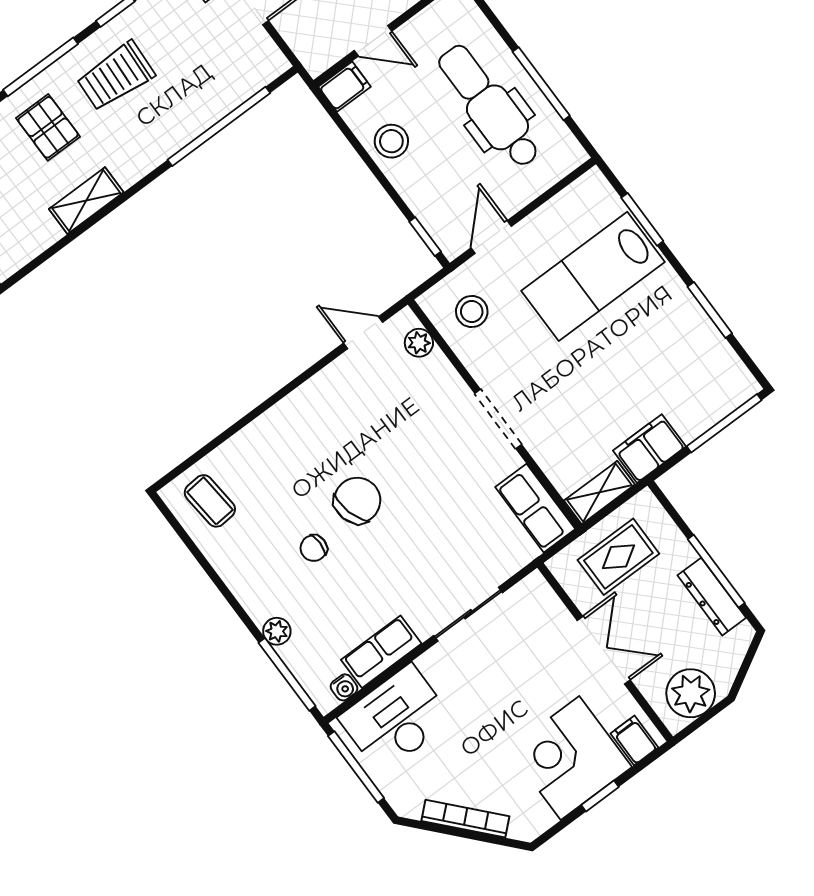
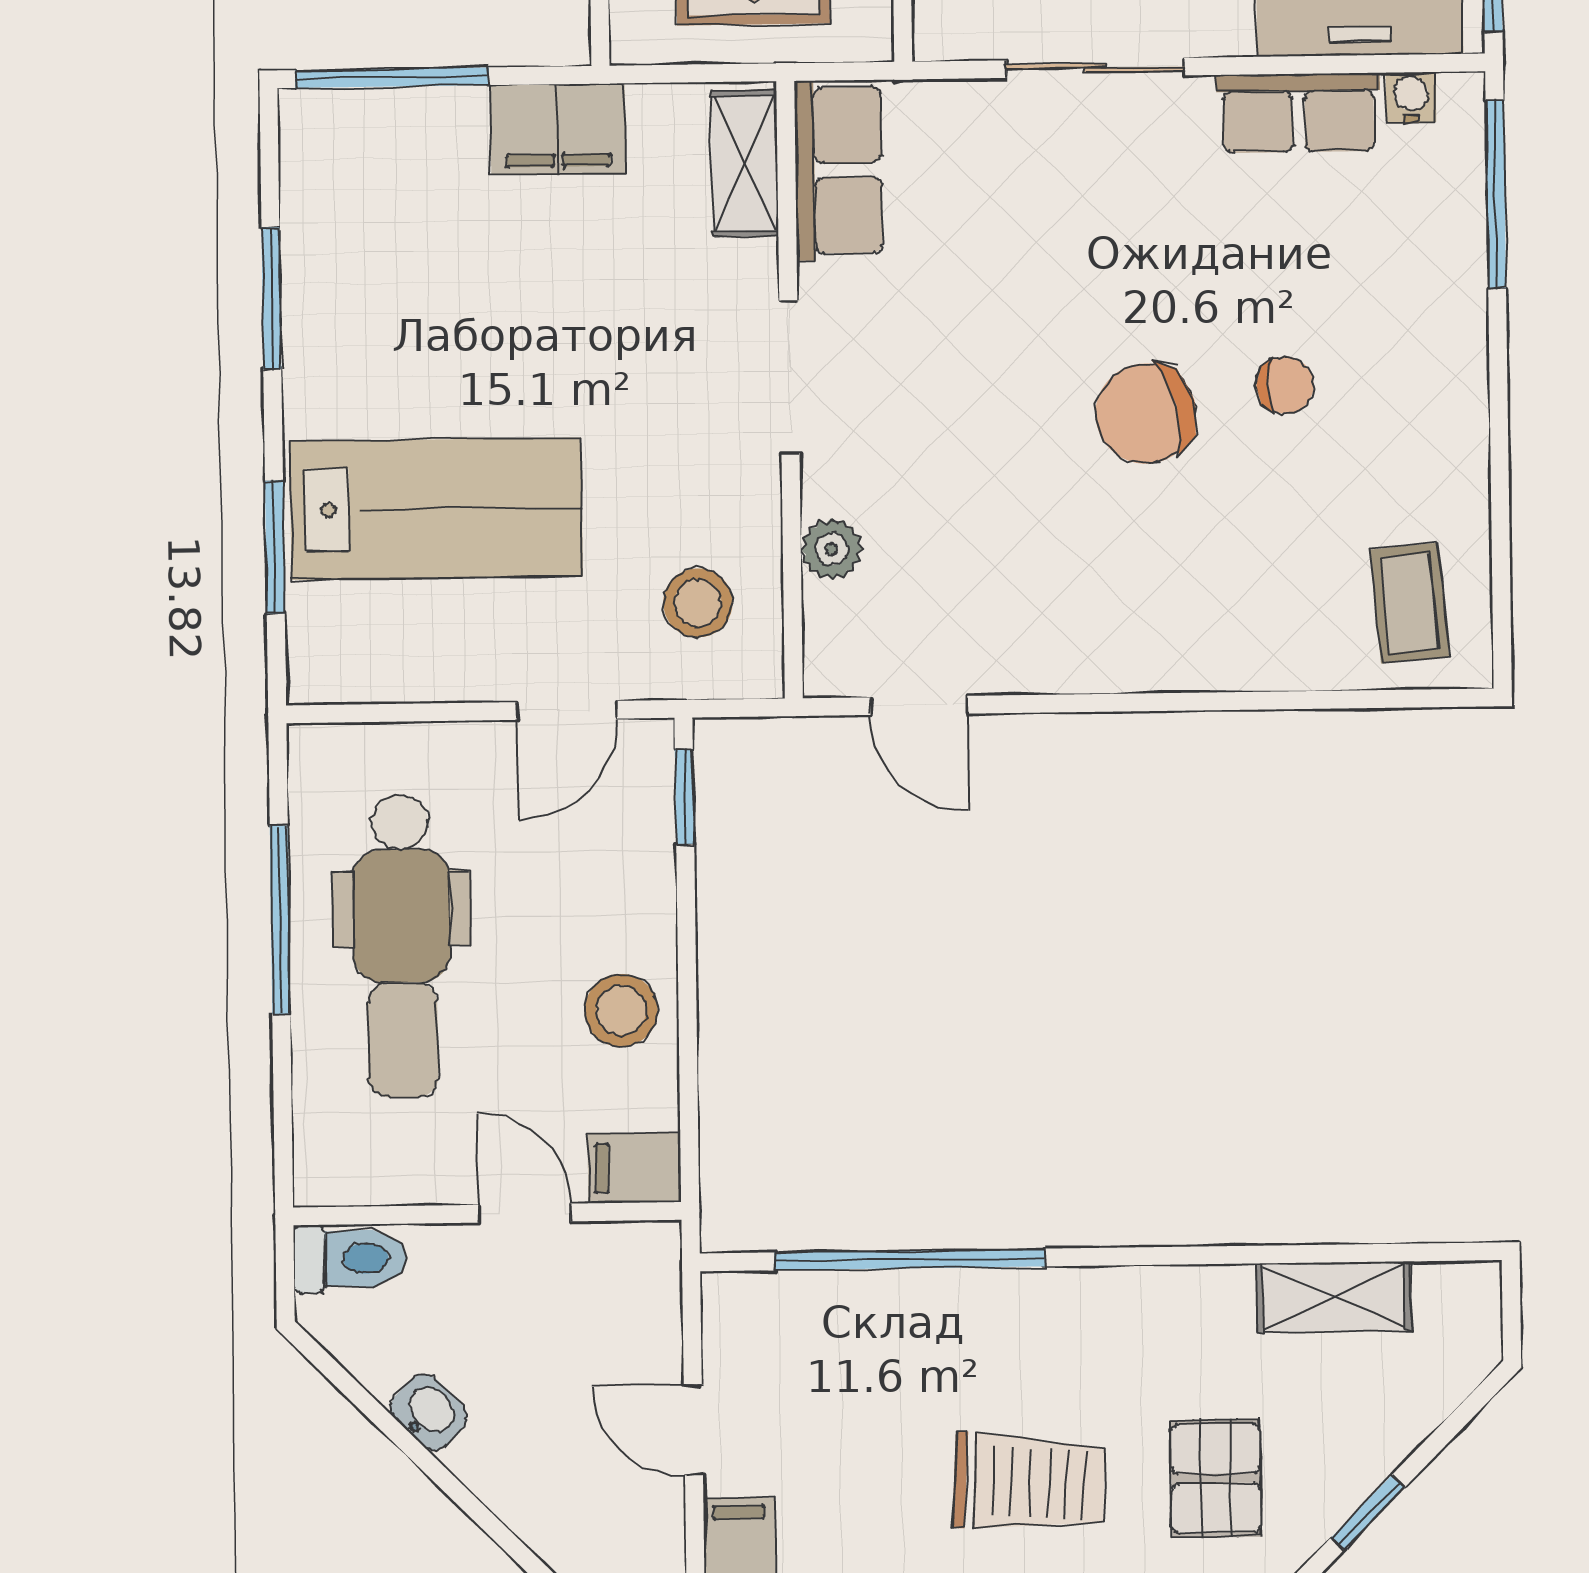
shelving: (86, 201) -> (1333, 1297), moved
plant: (419, 343) -> (832, 549), moved
shelving: (599, 493) -> (745, 164), moved, turned 90
plant: (277, 631) -> (1458, 284), removed

